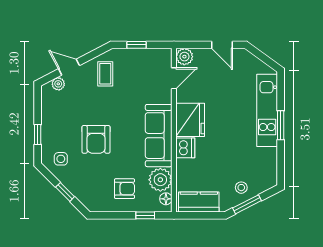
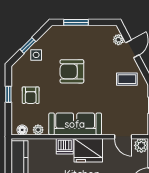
window: (38, 135) -> (76, 22), width x1.50
side table: (61, 159) -> (36, 55), moved
plant: (160, 180) -> (38, 130), width x0.53, depth x0.53
window: (145, 215) -> (8, 94), moved

